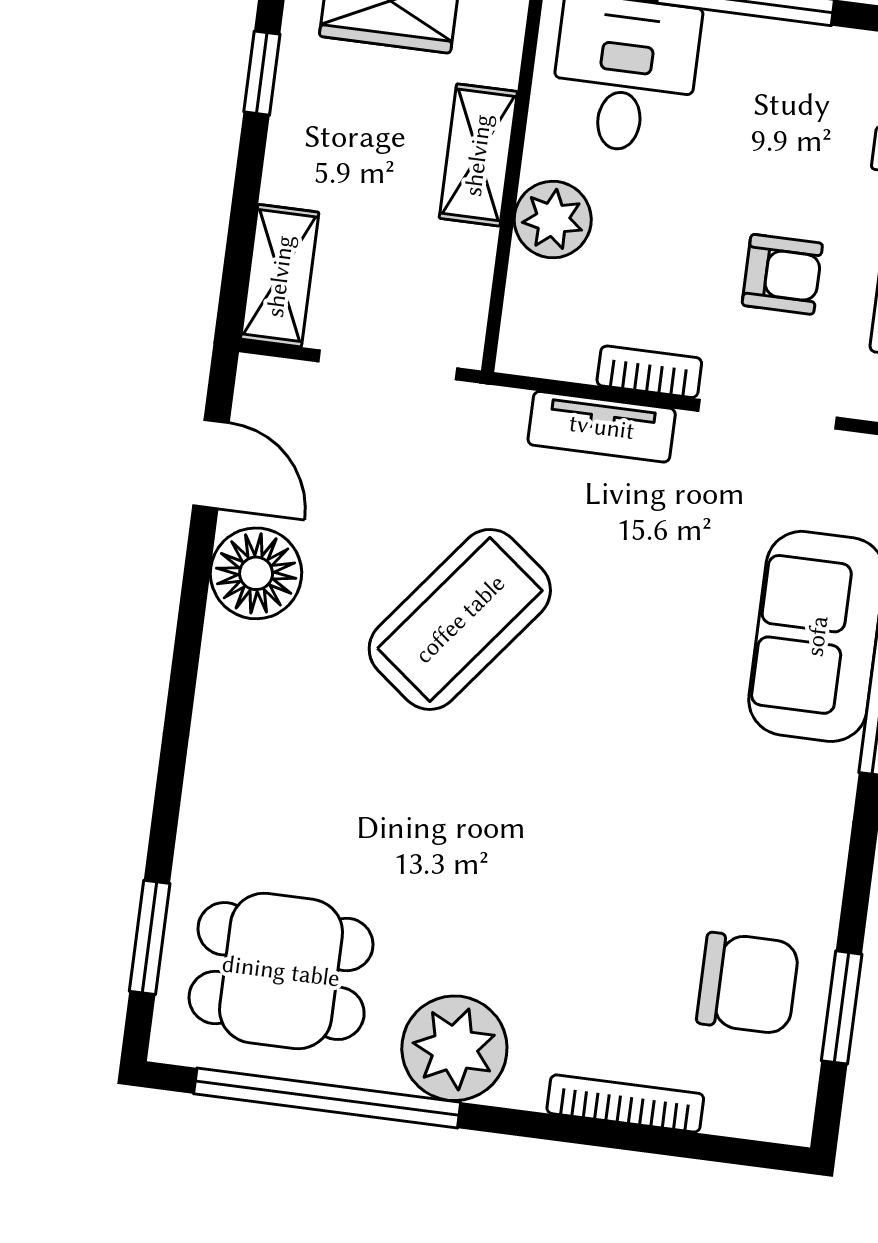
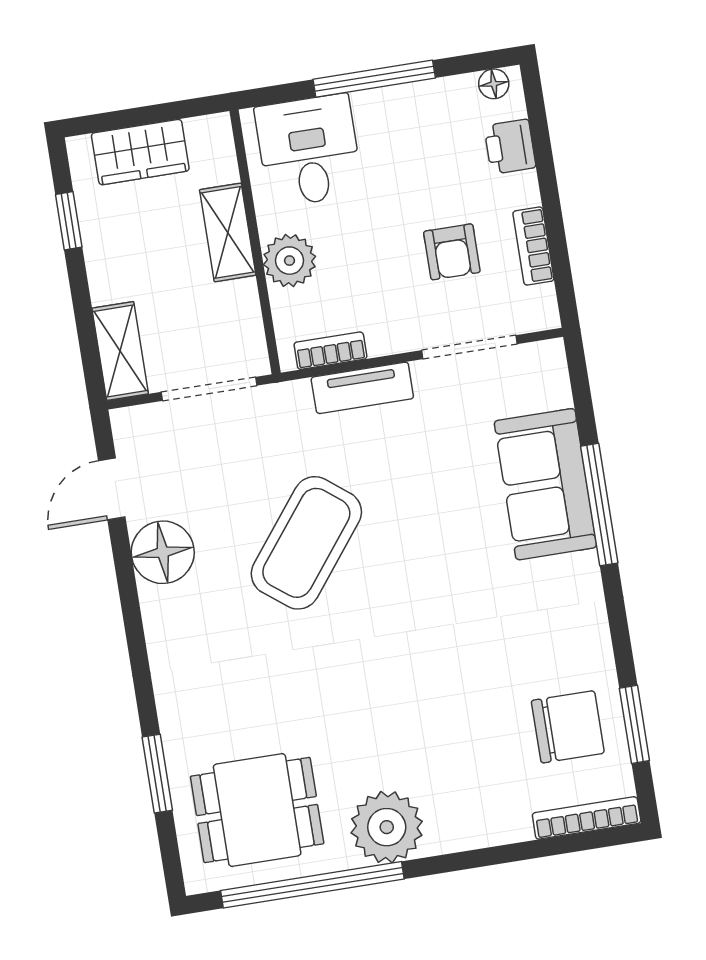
armchair: (782, 274) -> (452, 252), turned 90
bookcase: (649, 372) -> (330, 351), moved
door: (211, 464) -> (112, 489), swing flipped
window: (150, 937) -> (157, 774), moved
bookcase: (625, 1104) -> (587, 818), moved

